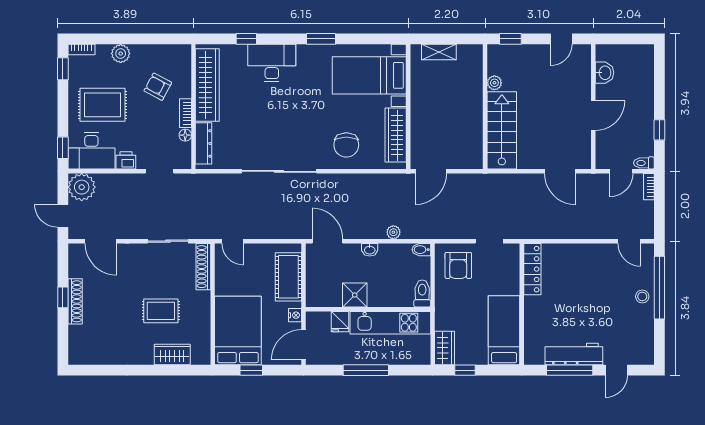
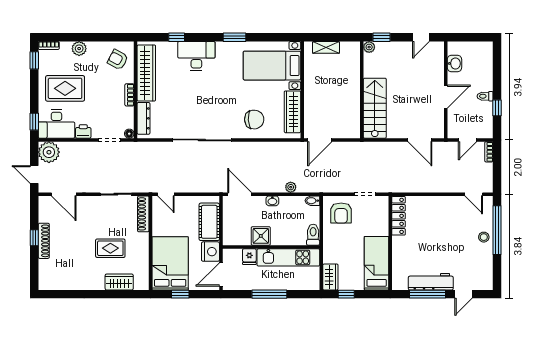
plant: (494, 83) -> (369, 47), moved
armchair: (158, 87) -> (118, 60), moved
floor lamp: (185, 135) -> (129, 134), moved
chair: (346, 145) -> (254, 120), turned -93
toilet: (644, 163) -> (485, 96), moved
nightstand: (295, 315) -> (210, 252), width x1.89, depth x1.79

